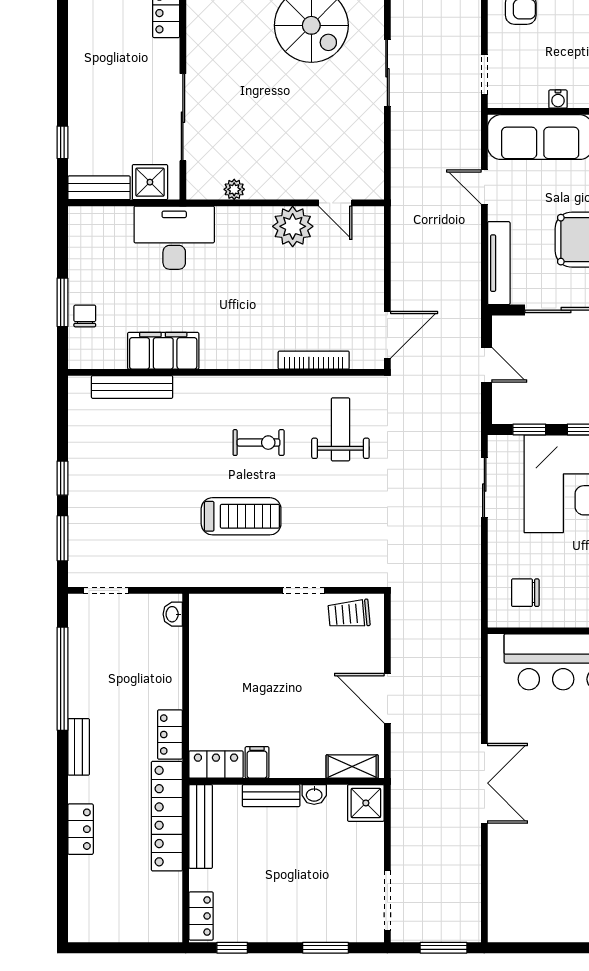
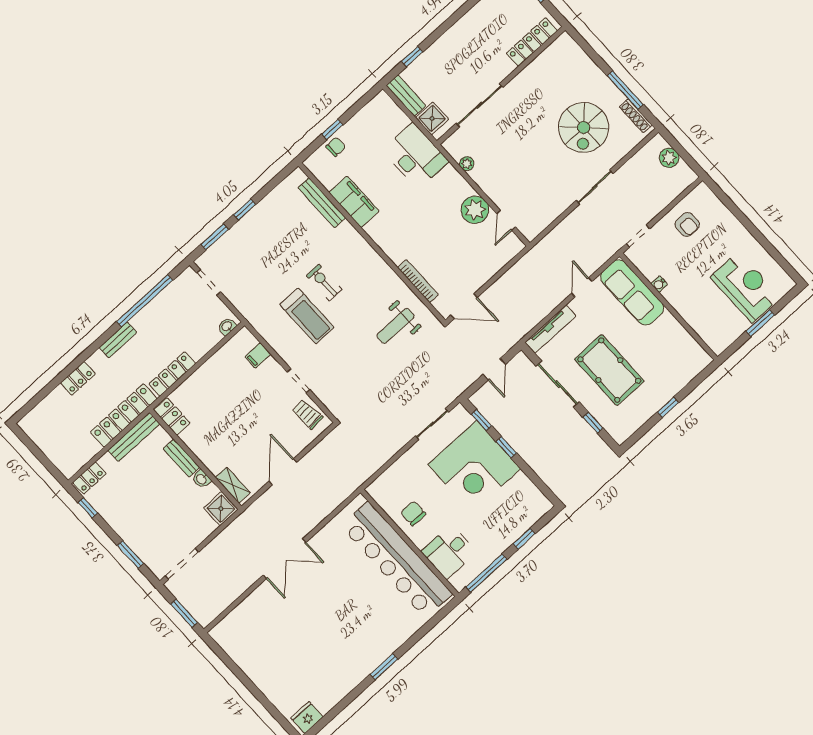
window: (62, 302) -> (332, 129), width x0.67
weight bench: (340, 429) -> (396, 326), turned 180
exercise bike: (259, 443) -> (324, 282), moved, turned 180
chair: (525, 593) -> (413, 513), moved
locker: (170, 734) -> (172, 374), width x1.53
filing cabinet: (257, 762) -> (258, 355), moved, turned 180

